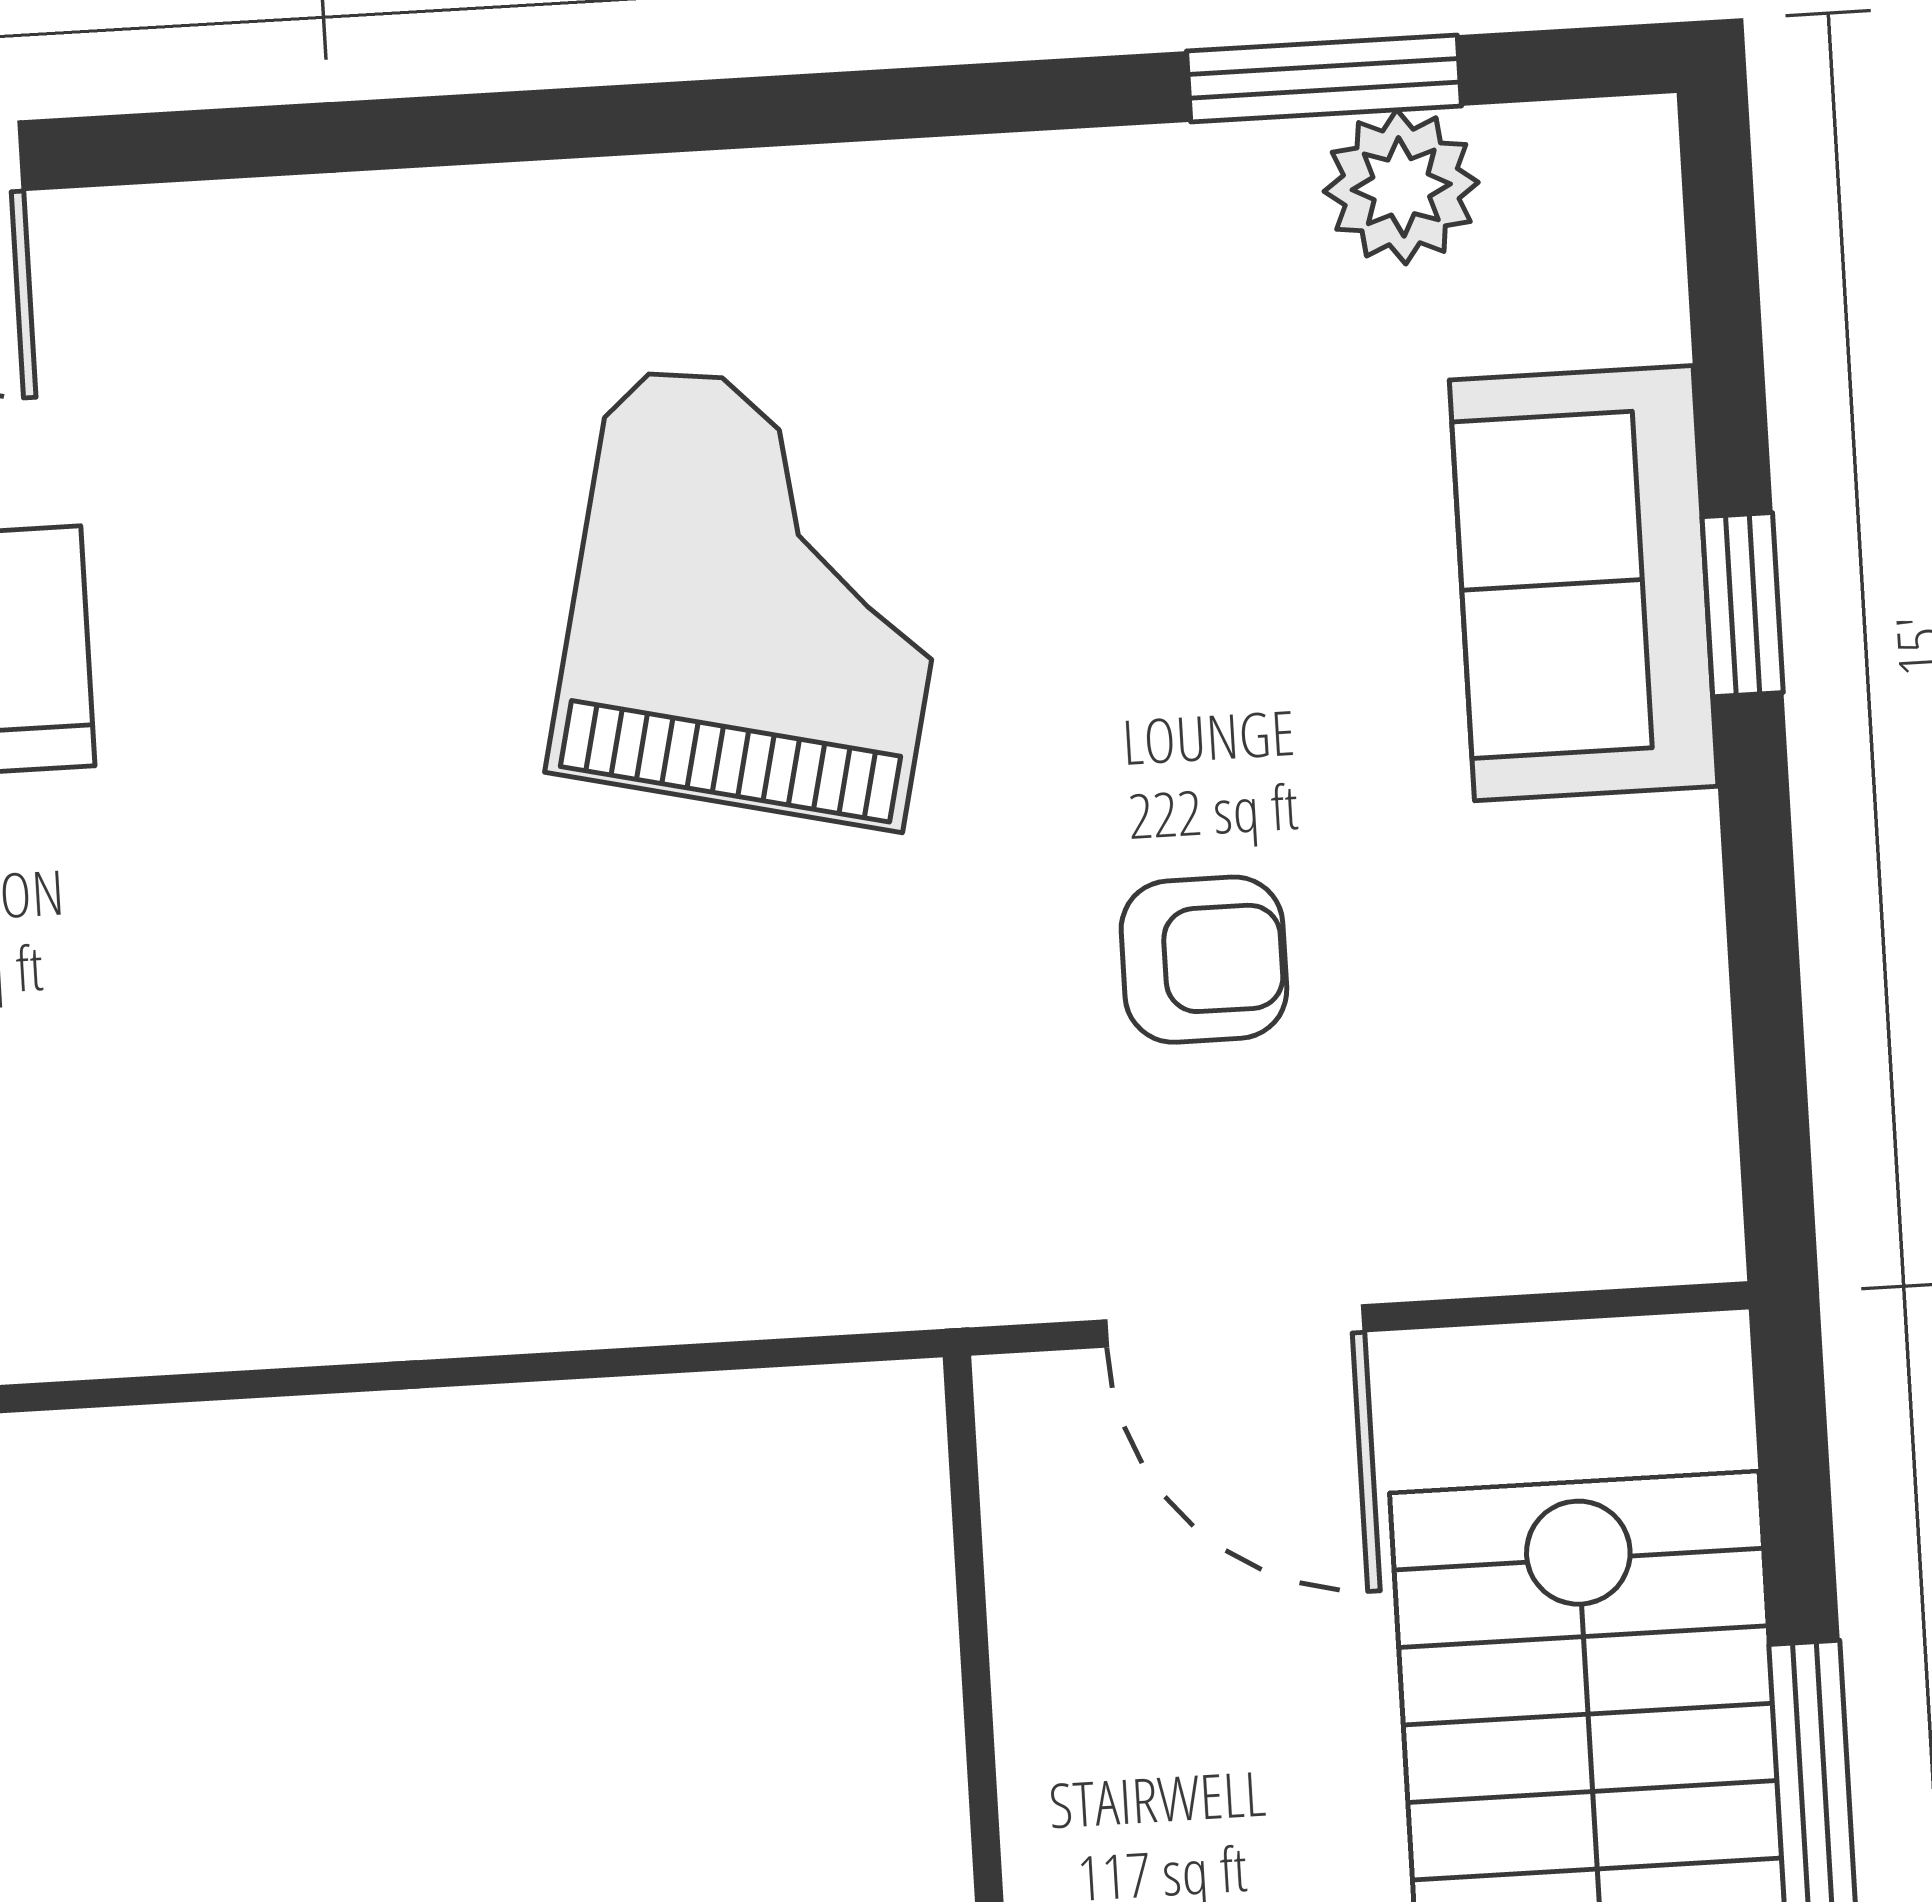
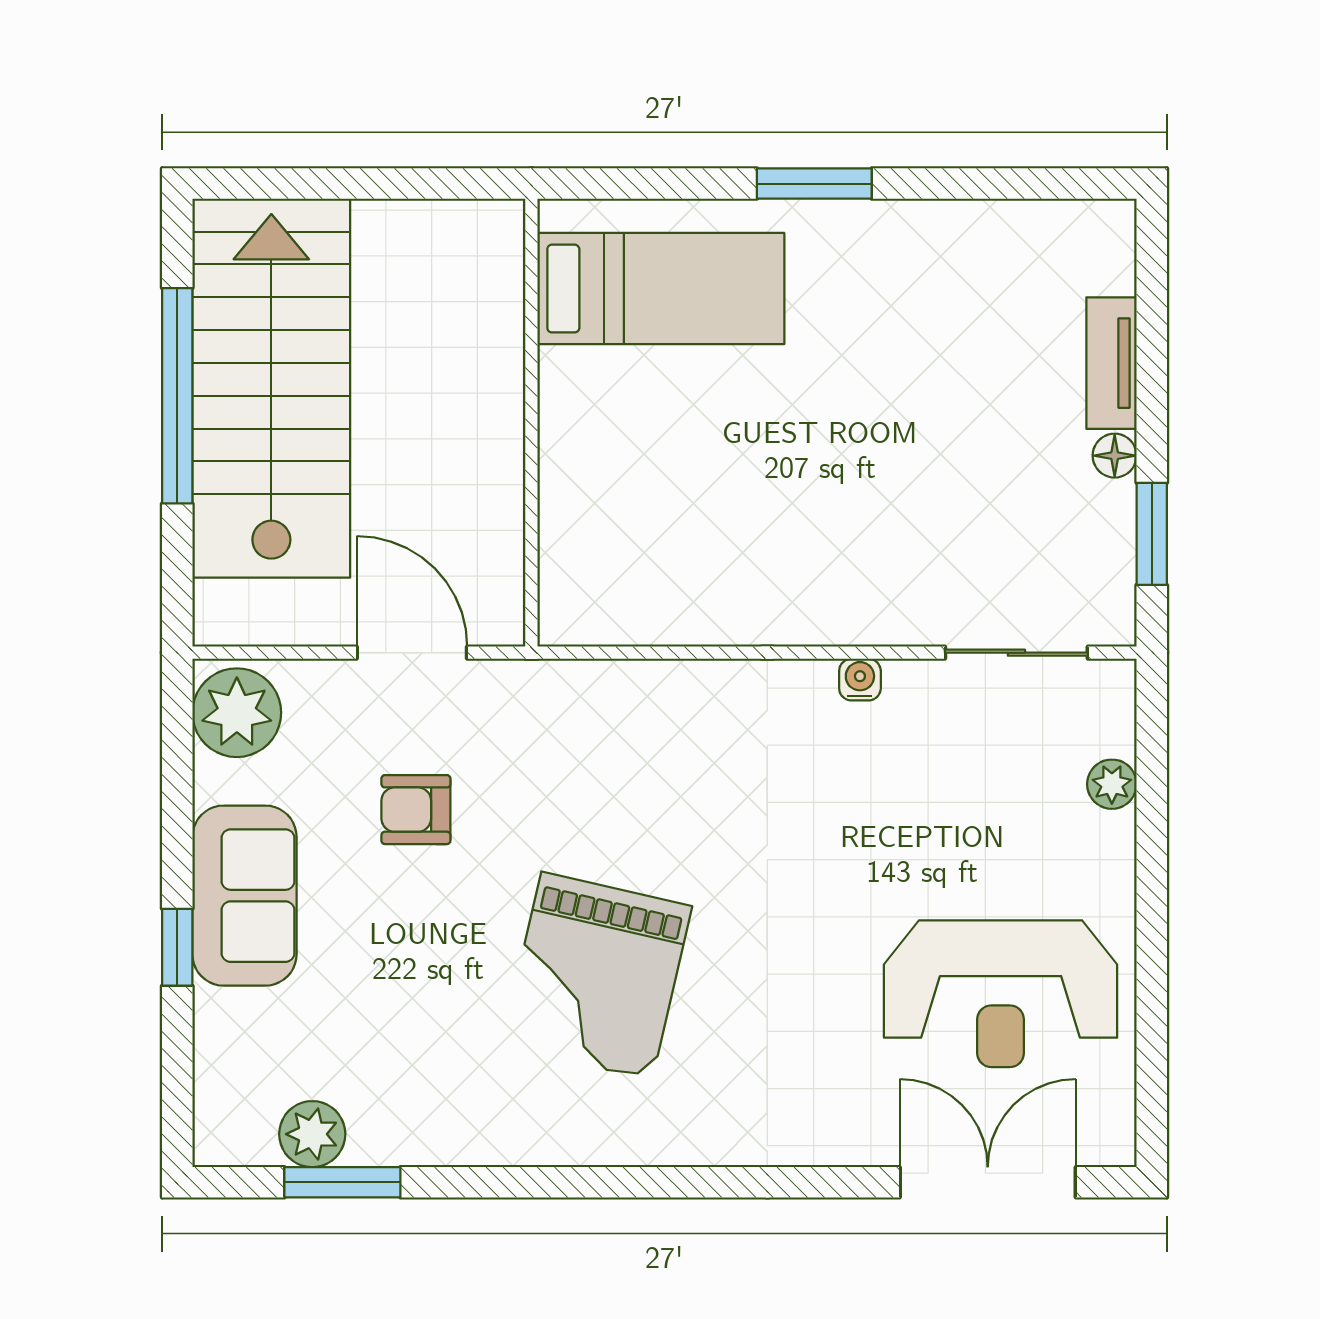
sofa: (1584, 583) -> (244, 896), moved
plant: (1636, 1161) -> (237, 713), added
water cooler: (184, 1325) -> (860, 680), added

